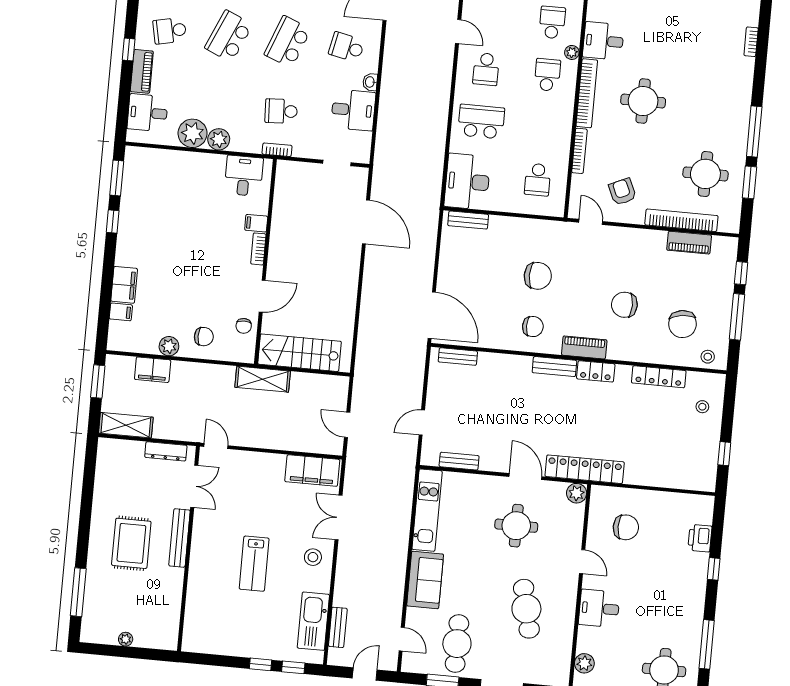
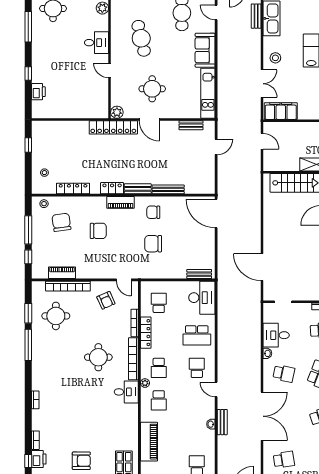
locker: (563, 134) -> (146, 333), added
bench: (458, 357) -> (168, 189), moved, width x1.36
chair: (626, 527) -> (85, 94), removed

